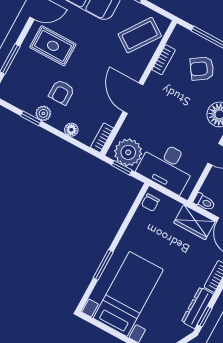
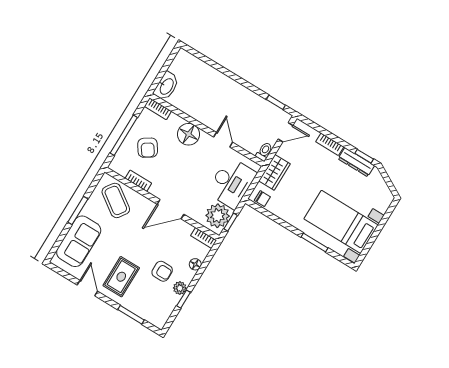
wardrobe: (194, 222) -> (275, 172), moved

